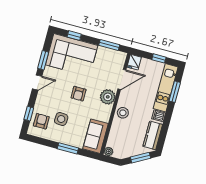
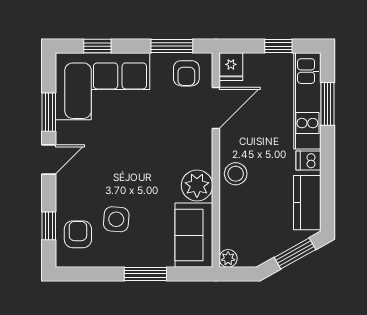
armchair: (78, 94) -> (186, 73), moved
plant: (108, 97) -> (197, 185), moved

